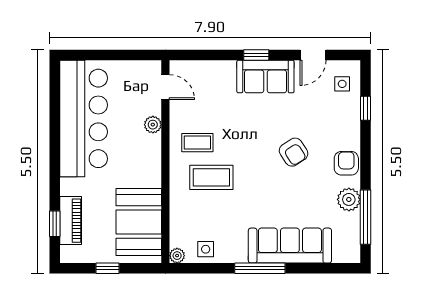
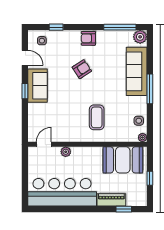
coffee table: (197, 143) -> (76, 126), removed
plant: (349, 199) -> (140, 37), moved
piano: (71, 221) -> (111, 200), moved

